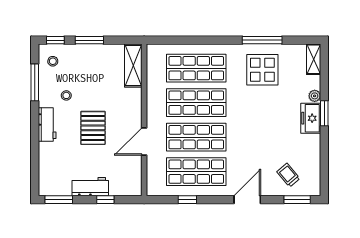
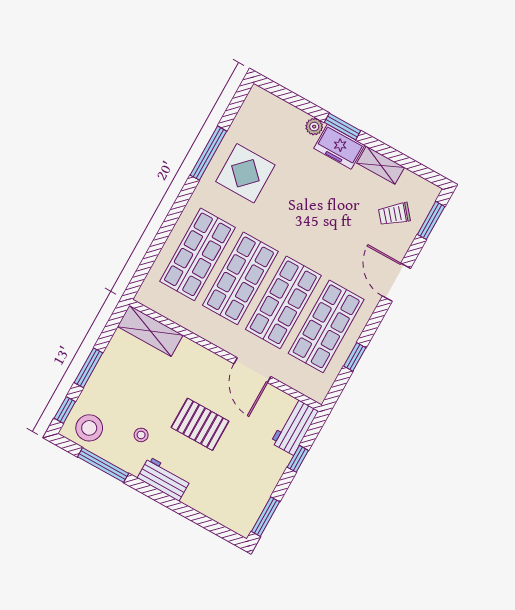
shelving: (314, 59) -> (381, 165), moved
stool: (53, 61) -> (89, 428), width x1.89, depth x1.89
workbench: (90, 187) -> (294, 427), moved

